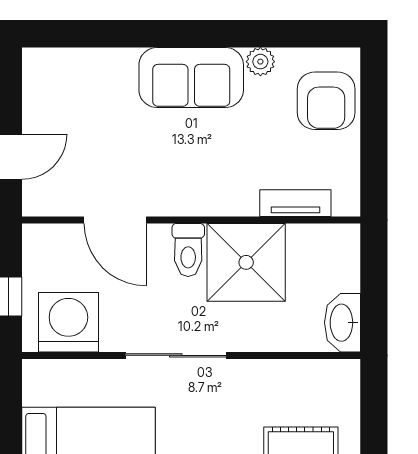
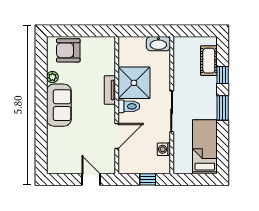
armchair: (326, 101) -> (68, 50), turned 180
tv unit: (295, 203) -> (110, 90), moved
washing machine: (68, 322) -> (164, 149), width x0.53, depth x0.53

